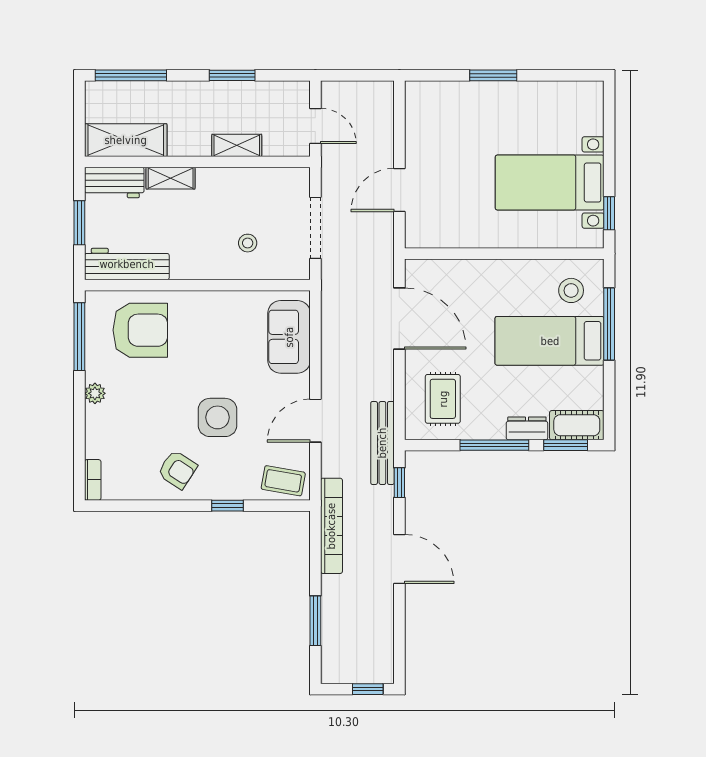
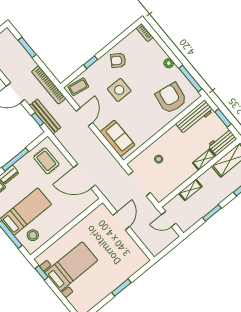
armchair: (140, 330) -> (171, 98), turned 99
bench: (382, 443) -> (45, 117), moved

